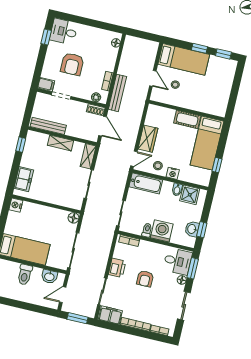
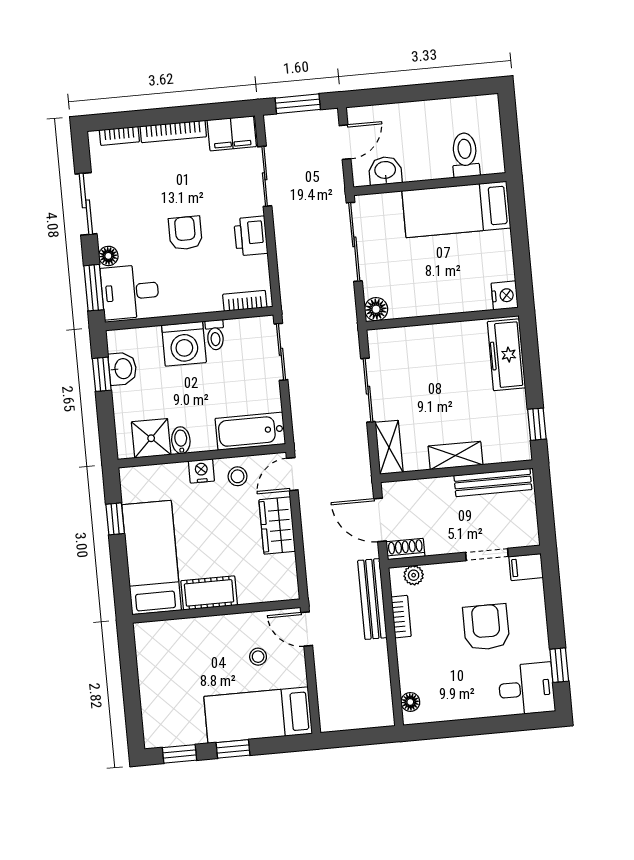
door: (153, 78) -> (307, 629), moved
freezer: (24, 179) -> (506, 355), width x1.40
toilet: (25, 275) -> (465, 155), moved

